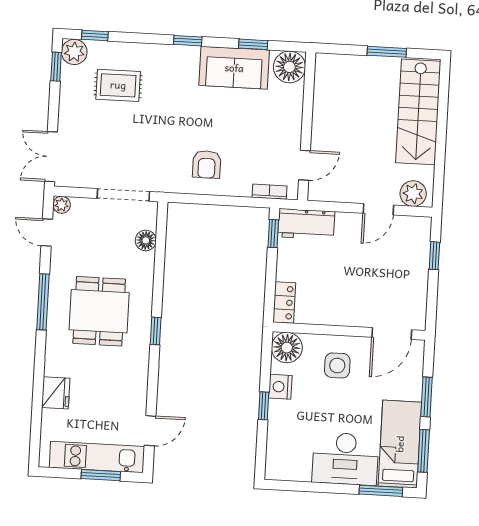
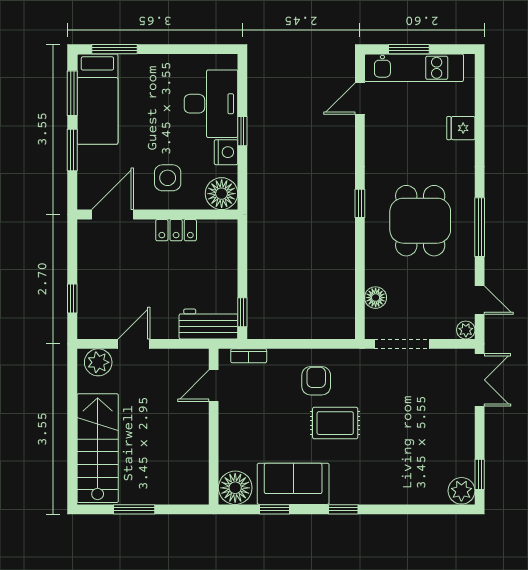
window: (95, 35) -> (441, 509), removed
rug: (118, 85) -> (335, 423), moved
locker: (284, 303) -> (176, 230), moved, turned -90
fridge: (56, 393) -> (461, 128), width x0.72
desk: (345, 459) -> (211, 104), moved, turned 90

